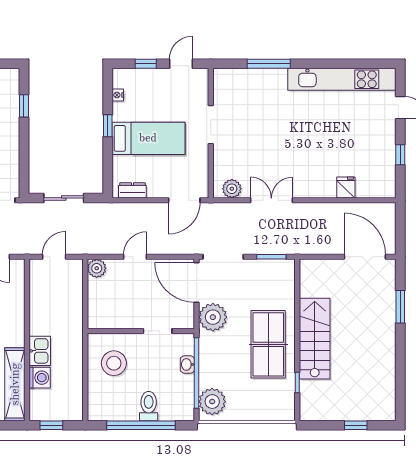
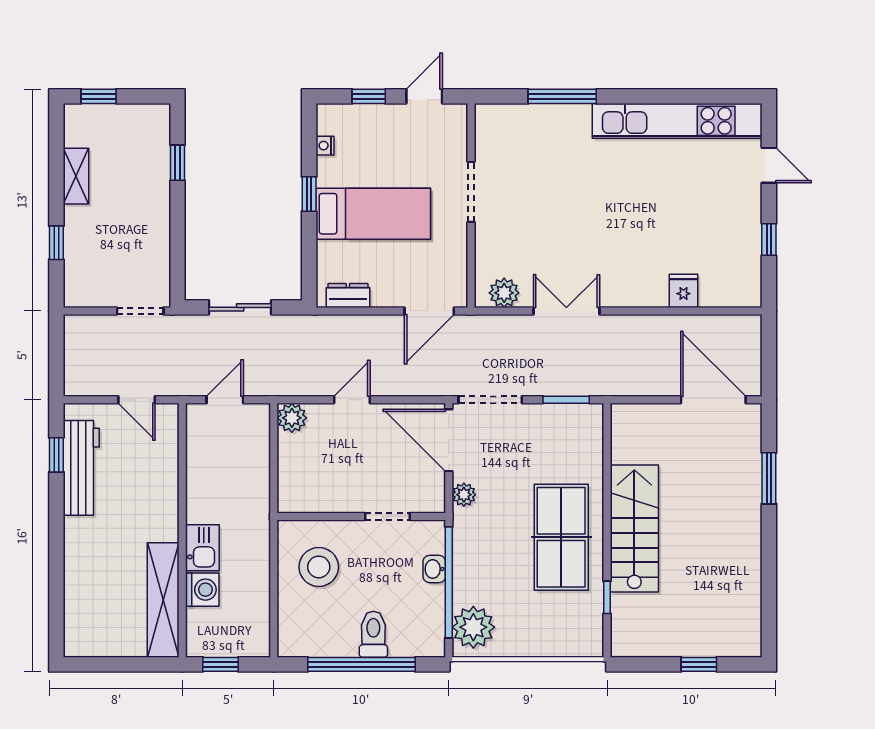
plant: (213, 317) -> (464, 495), width x0.53, depth x0.53

